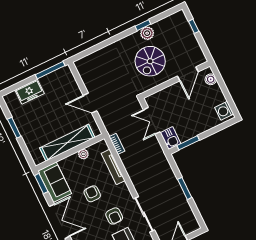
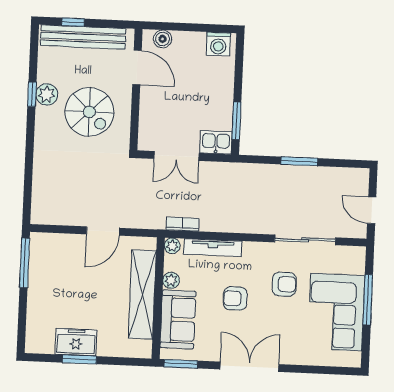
bench: (189, 36) -> (83, 37), added
freezer: (30, 92) -> (76, 342), moved, turned -90
plant: (102, 145) -> (172, 246), added
sofa: (55, 182) -> (178, 319), moved, turned 90

